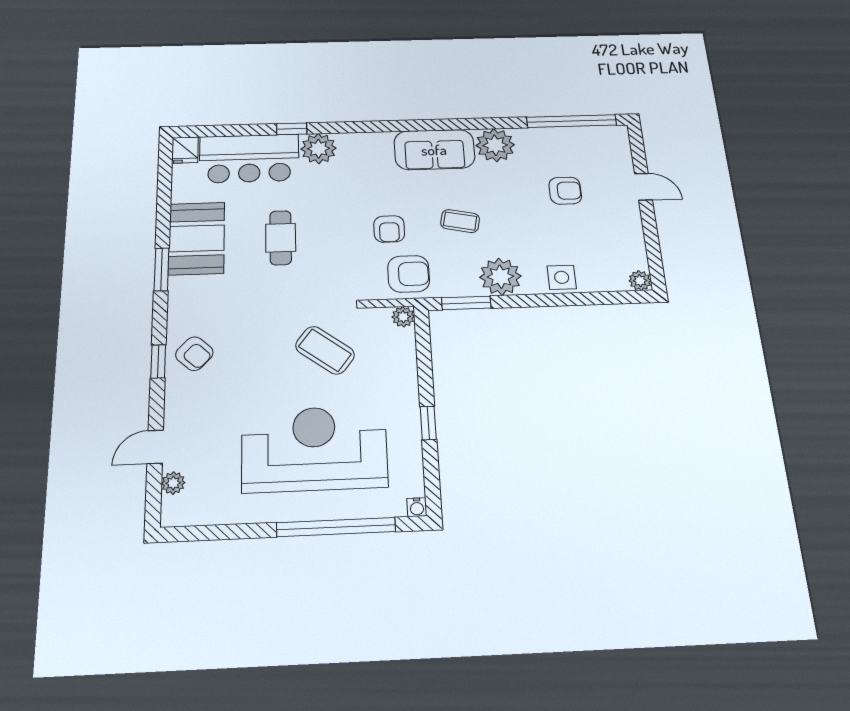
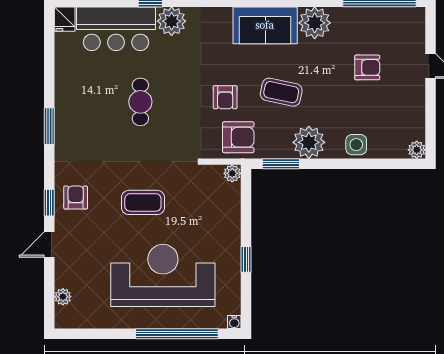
coffee table: (460, 221) -> (281, 92), width x1.36, depth x1.30
booth: (197, 238) -> (75, 100), removed
coffee table: (325, 350) -> (143, 202), moved, turned -37
armchair: (194, 354) -> (76, 197), turned -133
door: (155, 447) -> (49, 244), moved

